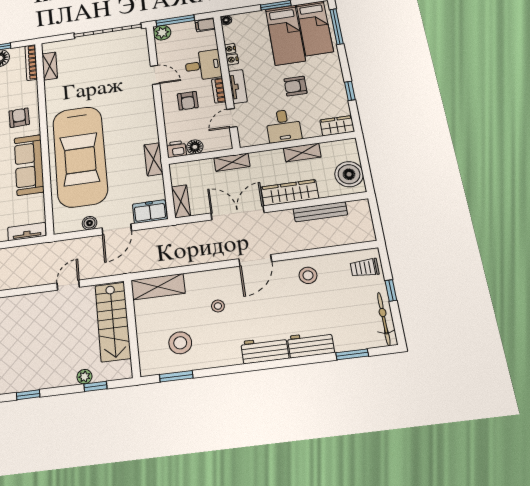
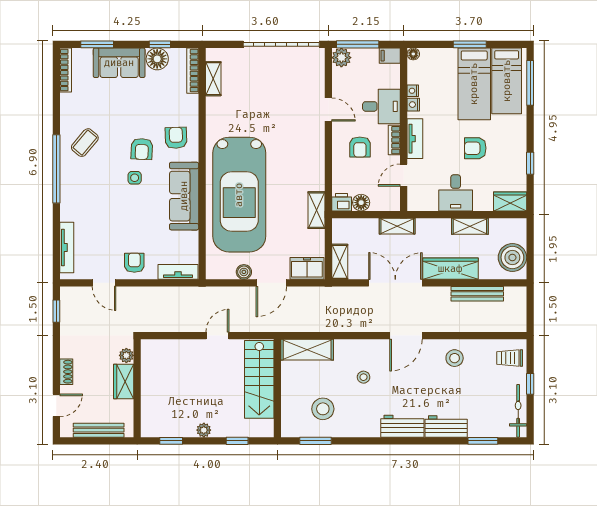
plant: (84, 377) -> (204, 430), moved

